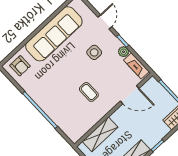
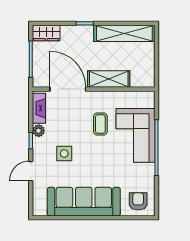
door: (130, 95) -> (68, 89), width x1.36
corner sofa: (60, 105) -> (135, 135), added
shelving: (100, 134) -> (109, 79), moved

